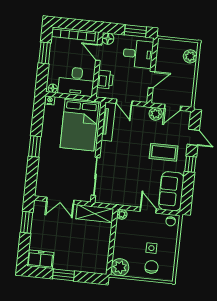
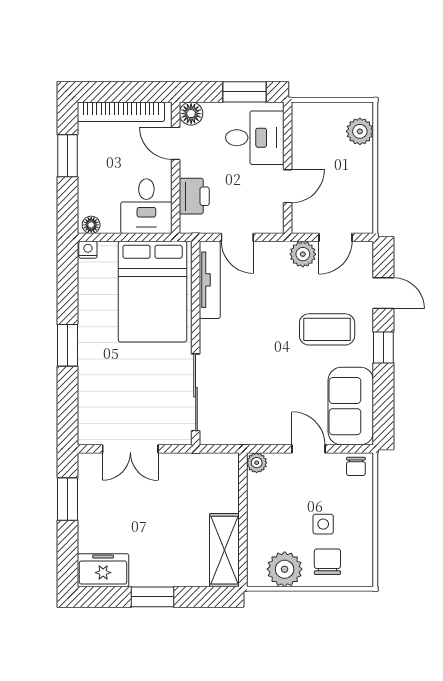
desk: (76, 81) -> (146, 206), width x0.73
shelving: (95, 214) -> (224, 550), moved, turned 90
plant: (120, 267) -> (285, 569), moved

